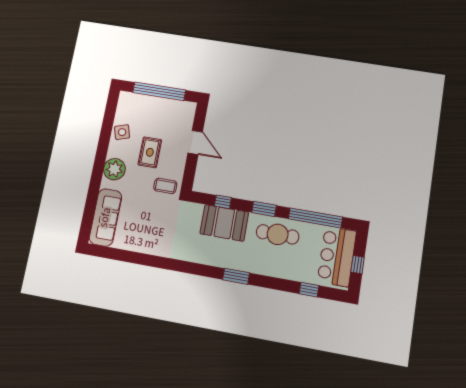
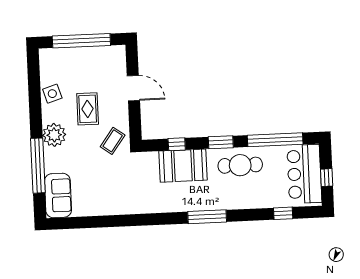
coffee table: (165, 186) -> (113, 141), turned -54
window: (93, 194) -> (38, 166), added
sofa: (105, 217) -> (58, 195), width x0.73
window: (236, 276) -> (207, 217), width x1.44

